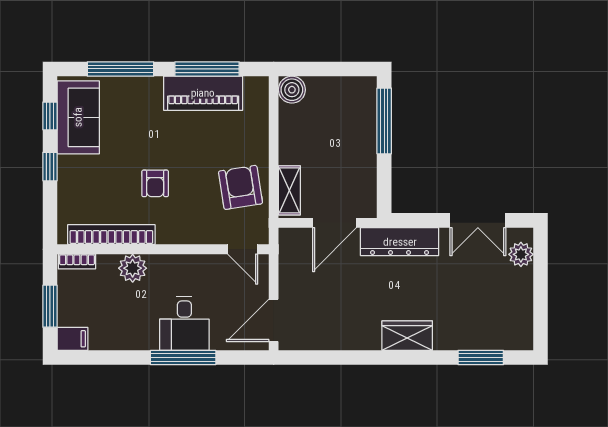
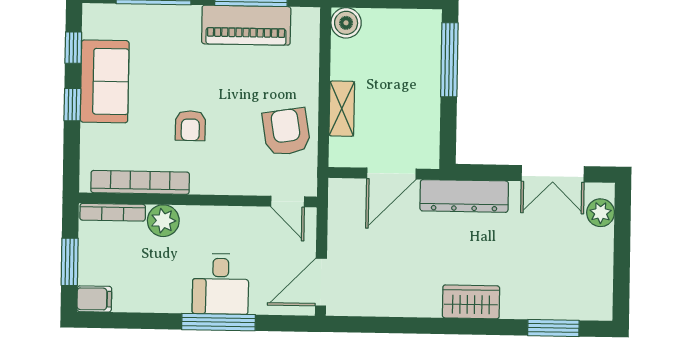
sofa: (78, 117) -> (105, 81), moved
shelving: (289, 190) -> (342, 109), moved
bookcase: (77, 262) -> (113, 212), width x1.56

